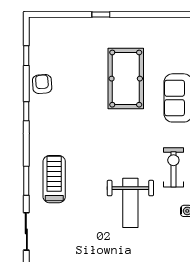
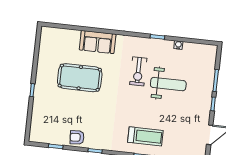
exercise bike: (173, 167) -> (138, 71), moved, turned -90
treadmill: (54, 179) -> (145, 136), turned 180

